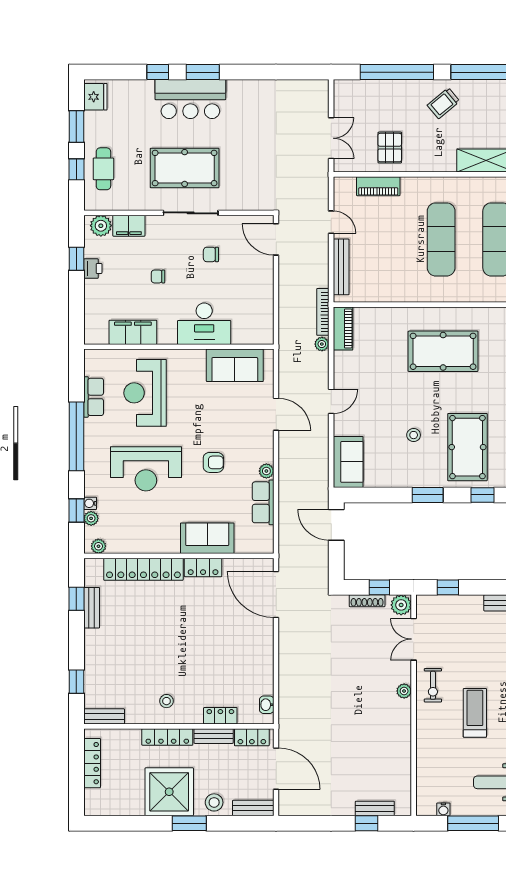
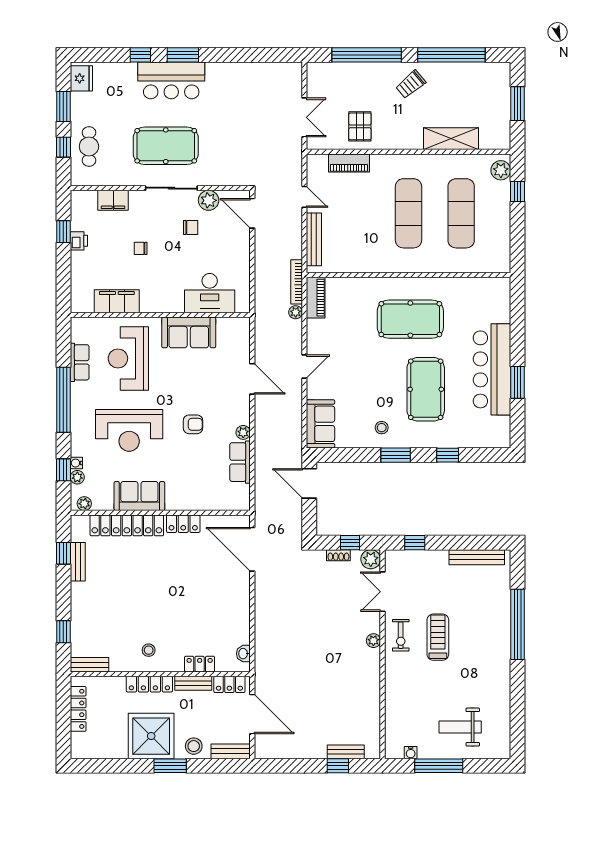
plant: (101, 226) -> (209, 200), moved
chair: (211, 254) -> (191, 228), turned 180
desk: (204, 324) -> (210, 293), moved
sofa: (235, 365) -> (189, 332), moved
stool: (414, 435) -> (382, 428), moved
pool table: (467, 447) -> (426, 389), moved
sofa: (207, 538) -> (139, 496), moved
shoe rack: (367, 601) -> (338, 555), width x0.70
treadmill: (475, 713) -> (438, 637), moved

